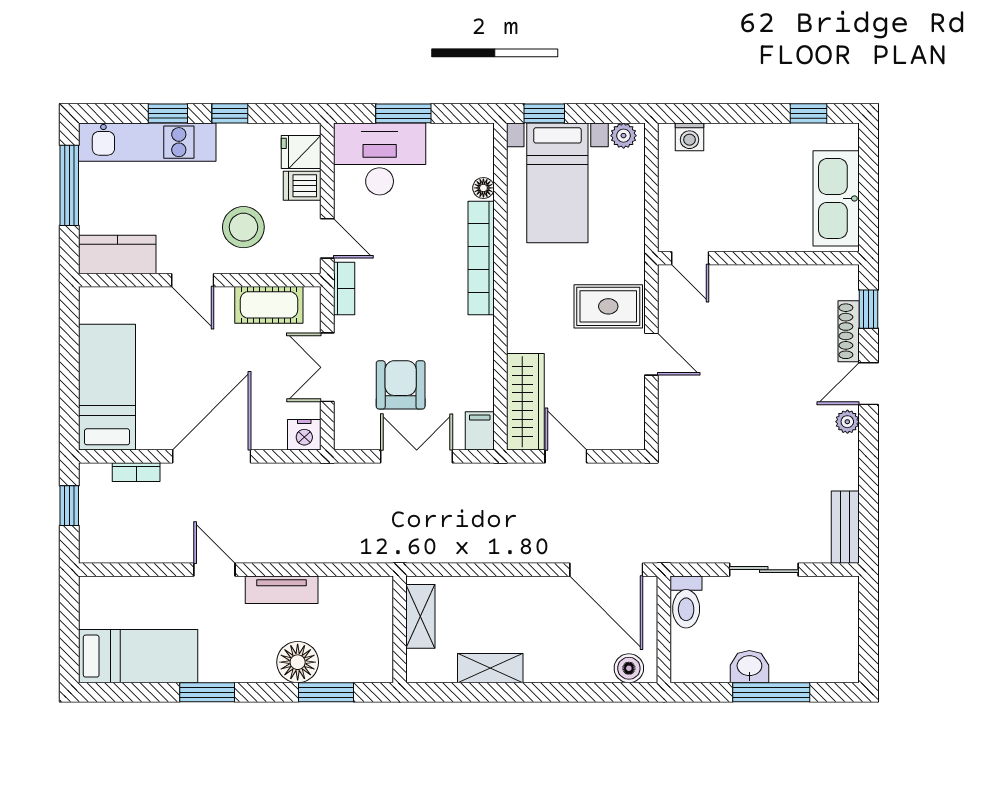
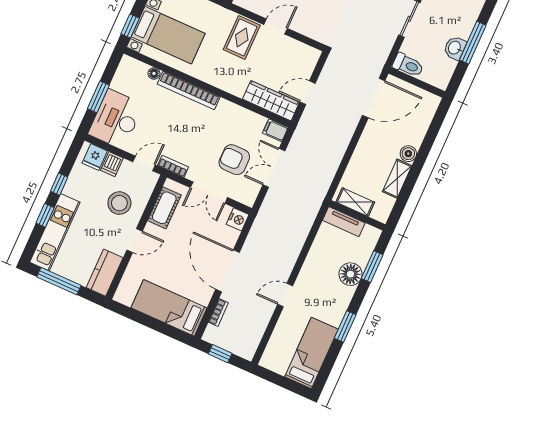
tv unit: (282, 590) -> (344, 222), moved, turned 90
boiler: (629, 668) -> (408, 154), moved

